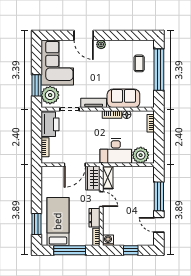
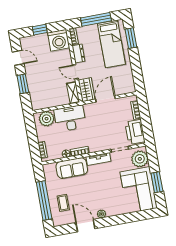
door: (84, 35) -> (85, 226), moved
window: (36, 85) -> (157, 182), moved
window: (159, 196) -> (23, 84), width x0.69
washing machine: (108, 240) -> (59, 40), width x1.89, depth x1.89

